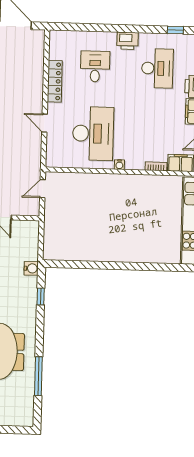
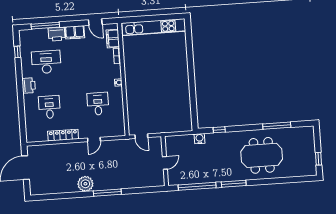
desk: (95, 66) -> (49, 107), turned 90
desk: (93, 133) -> (98, 104), width x0.53, depth x0.77

